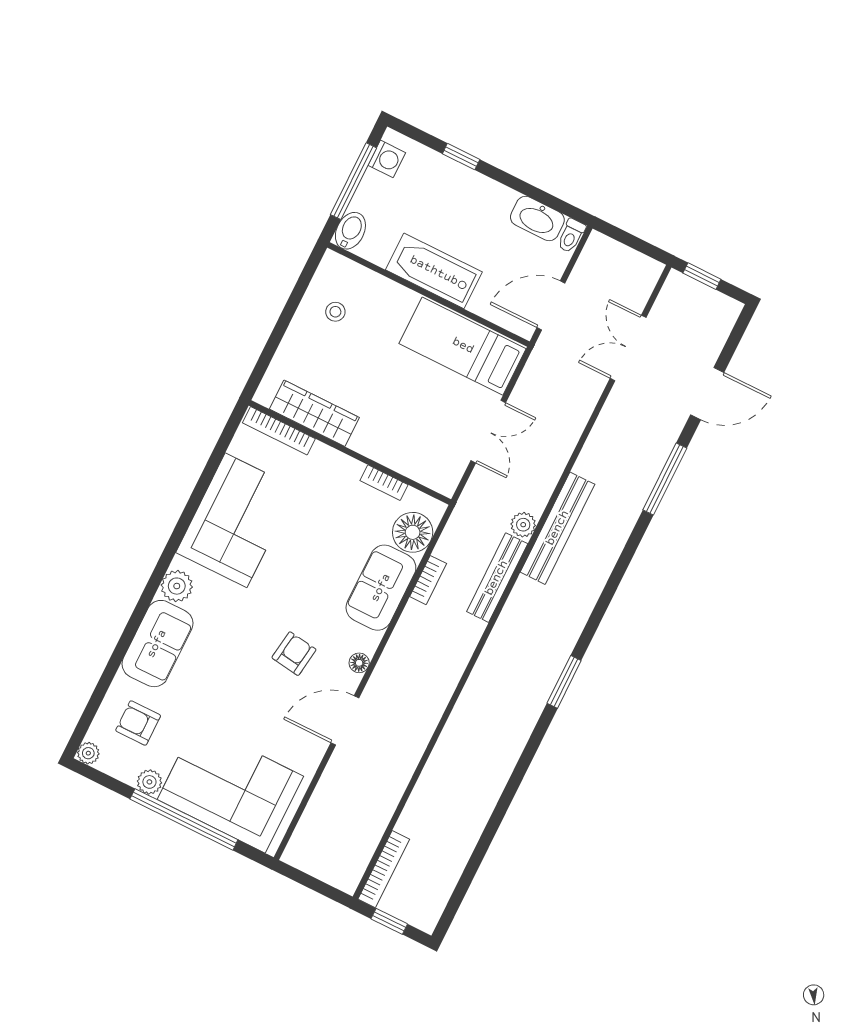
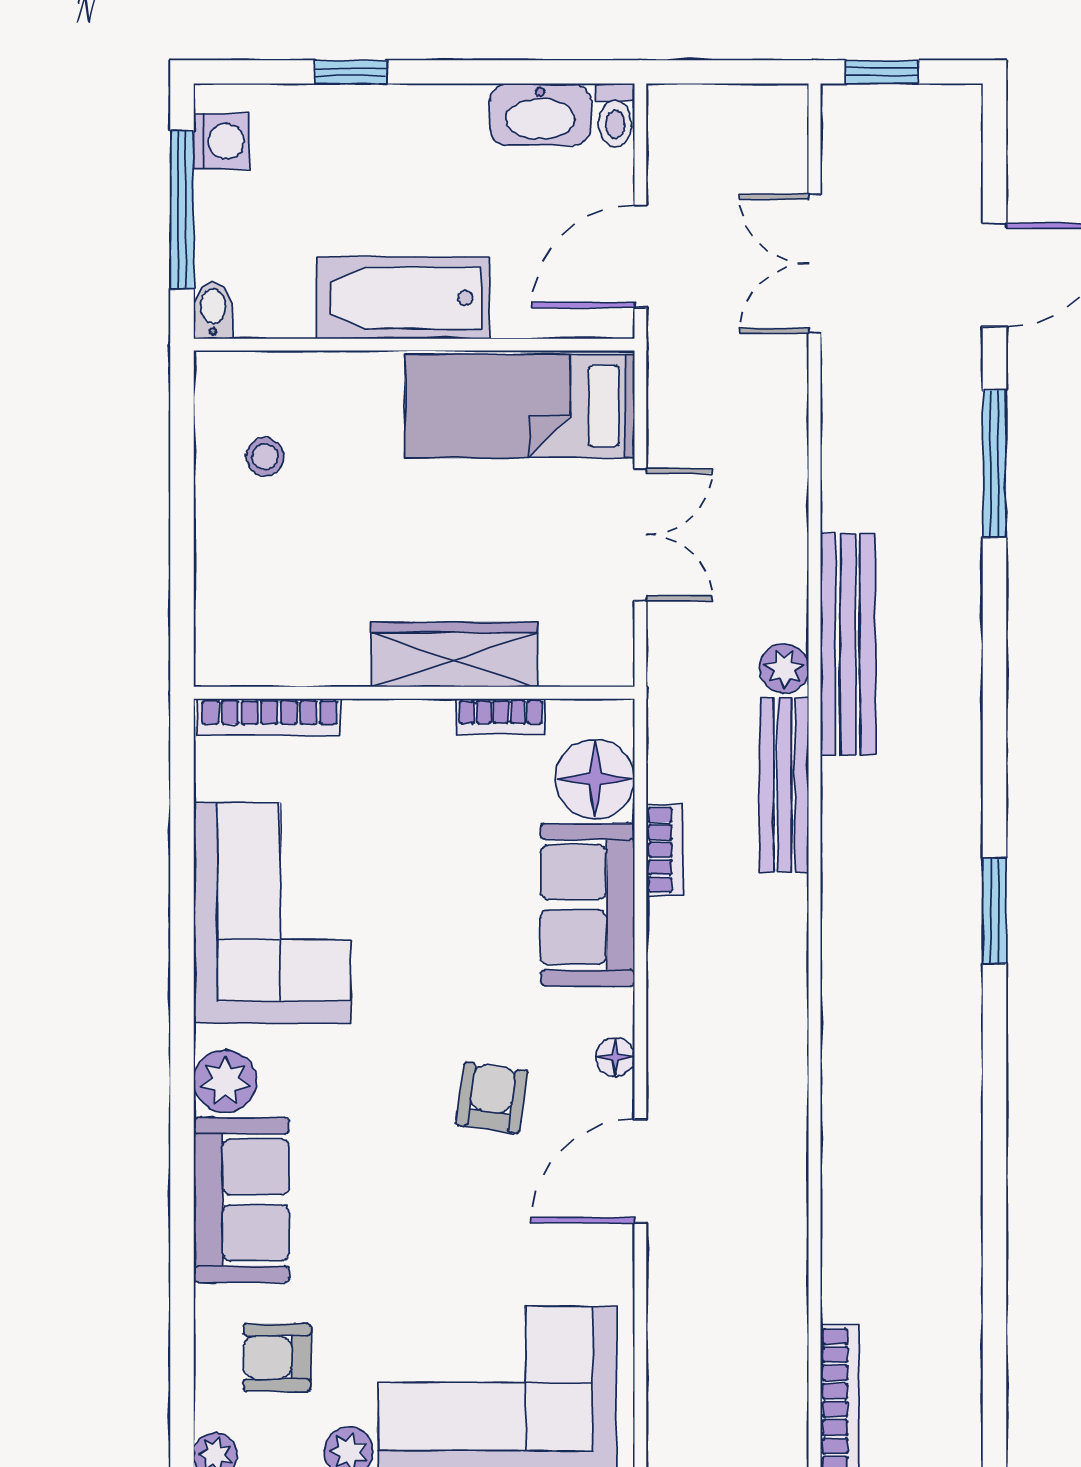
bidet: (350, 231) -> (213, 310), width x0.72, depth x0.74
wardrobe: (314, 413) -> (454, 655), moved

